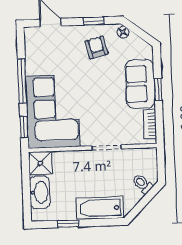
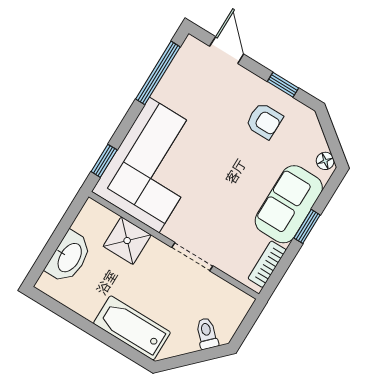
floor lamp: (123, 32) -> (325, 161), moved
armchair: (97, 47) -> (264, 121), turned 104
window: (22, 81) -> (158, 73), moved
shower: (40, 163) -> (127, 241), moved
window: (68, 224) -> (79, 321), removed

